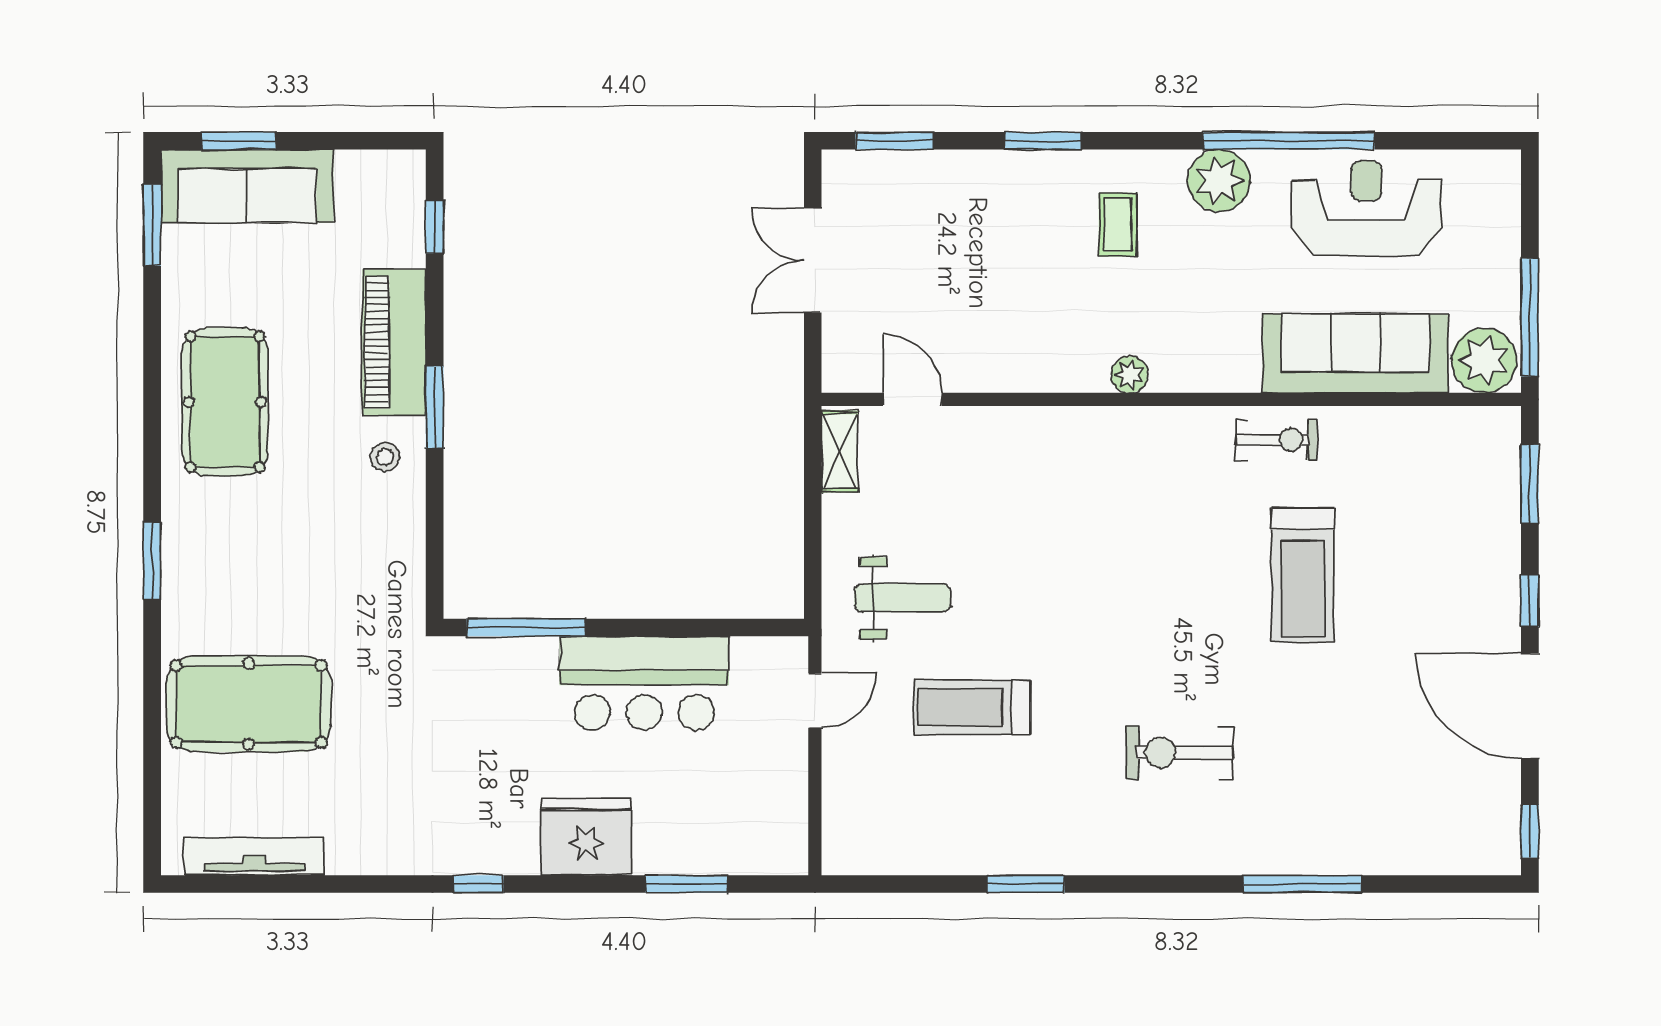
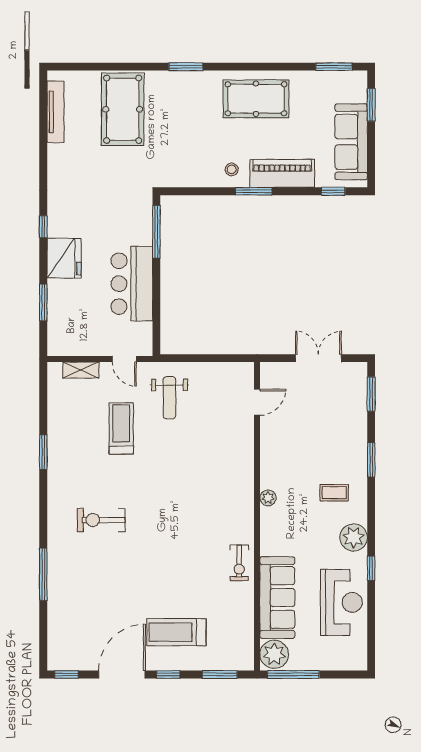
window: (1289, 141) -> (371, 568), width x0.32
sofa: (247, 186) -> (351, 142), moved
shelving: (840, 452) -> (81, 370), moved
treadmill: (1303, 575) -> (176, 632), moved
exercise bike: (1180, 753) -> (101, 520), turned -90
window: (479, 884) -> (43, 227), moved

